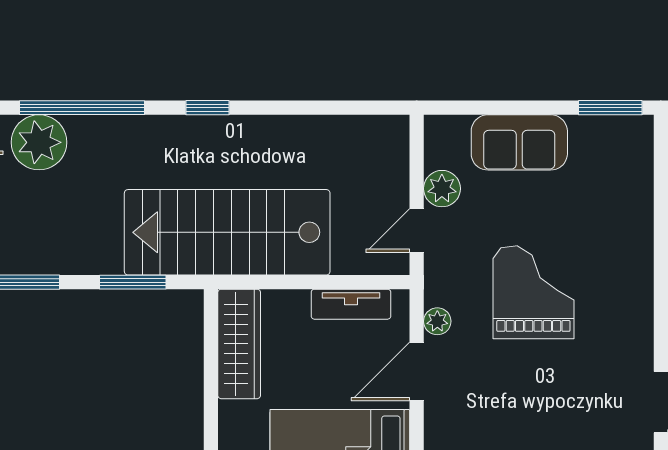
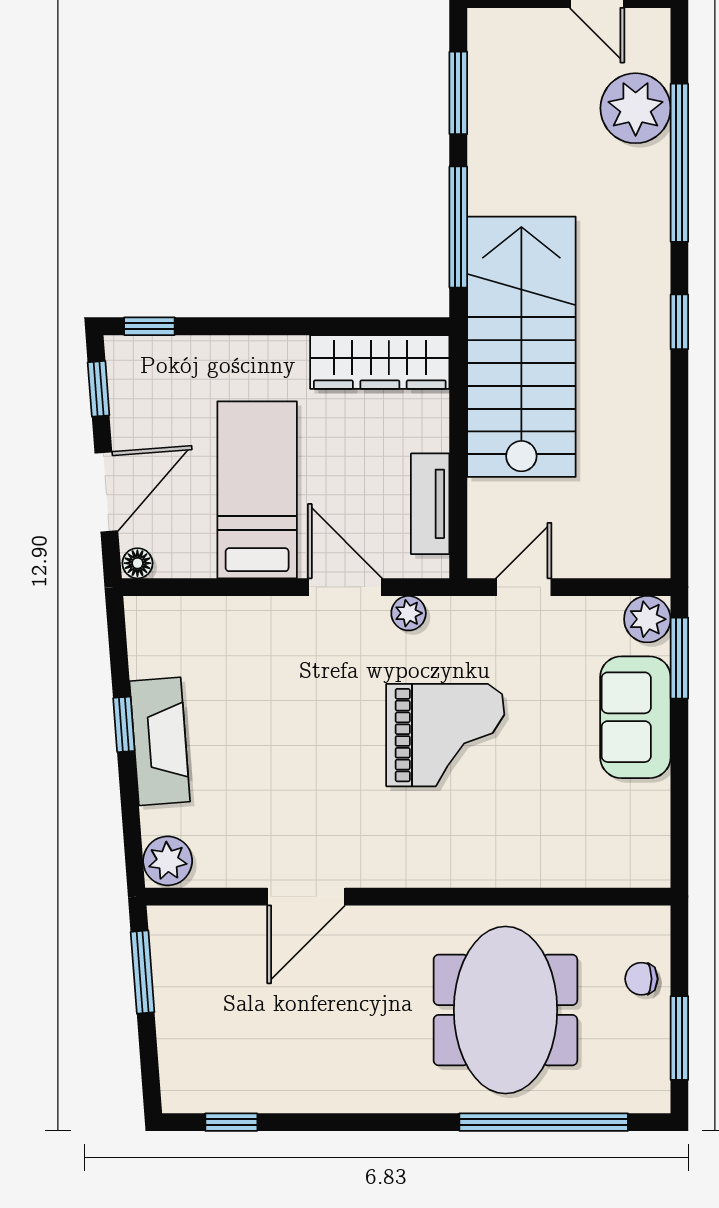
window: (610, 108) -> (679, 658), moved
plant: (442, 189) -> (647, 619), moved
door: (417, 230) -> (524, 587), hinge flipped
window: (133, 282) -> (458, 227), width x1.44

